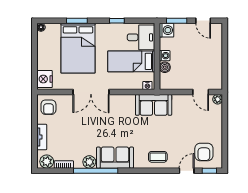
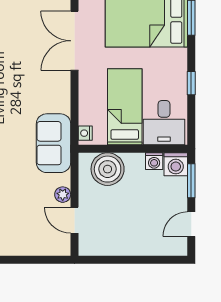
washing machine: (165, 56) -> (154, 161), moved
boiler: (165, 67) -> (108, 169), width x1.86, depth x1.86
door: (201, 92) -> (74, 220), hinge flipped
plant: (218, 99) -> (63, 195), moved

